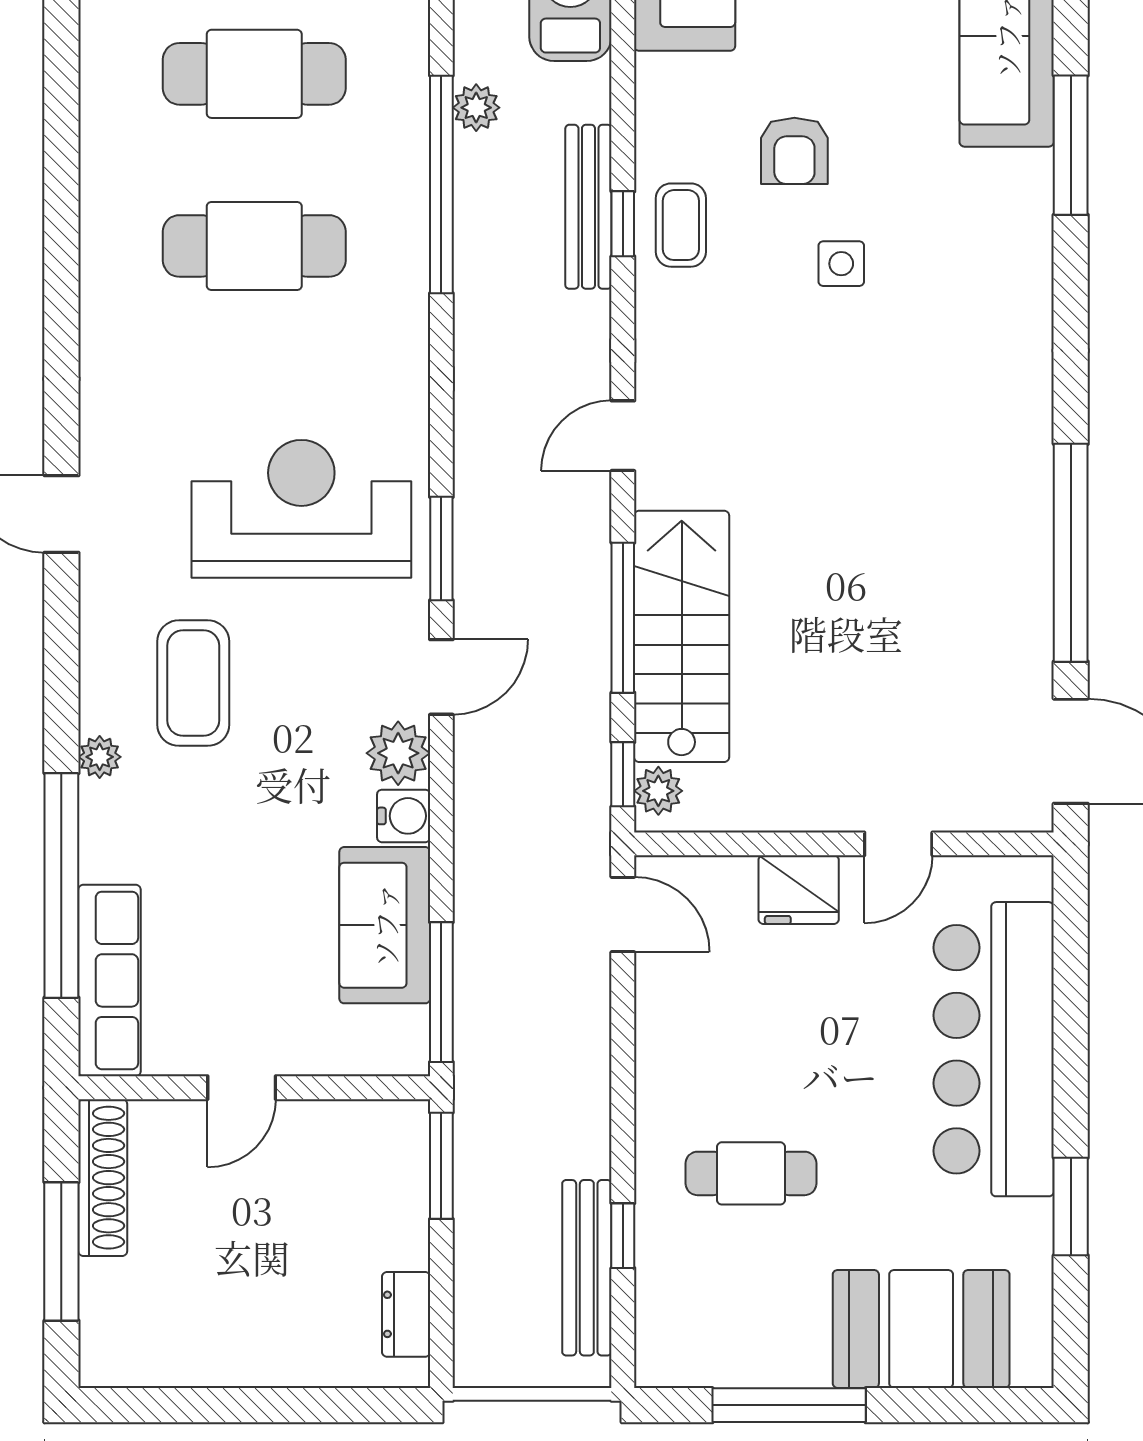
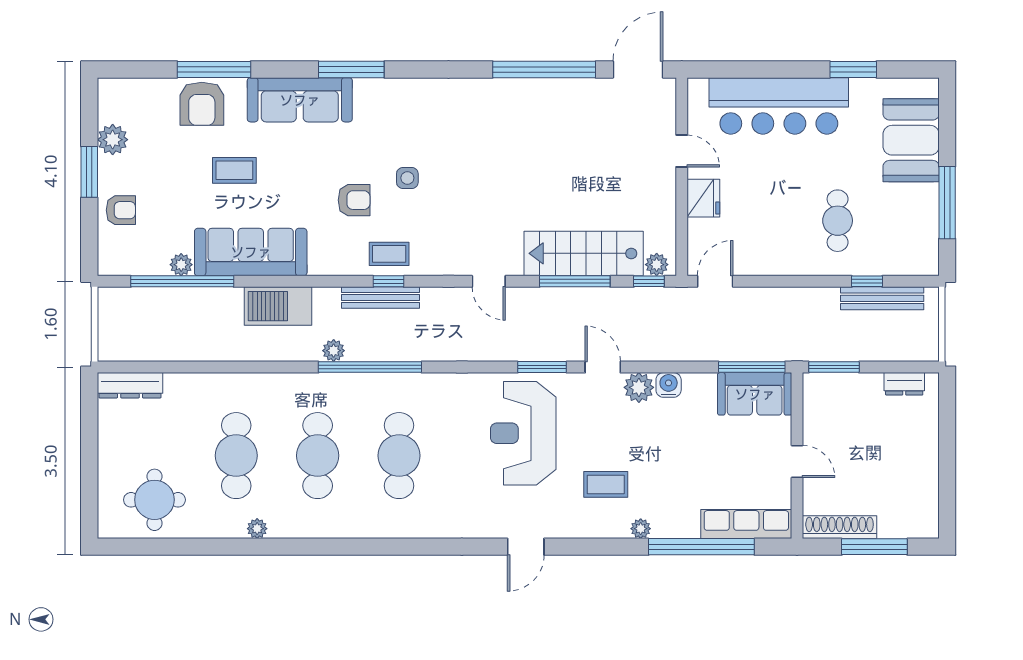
coffee table: (193, 683) -> (606, 484), width x0.73, depth x0.77
sofa: (385, 925) -> (755, 394), moved

